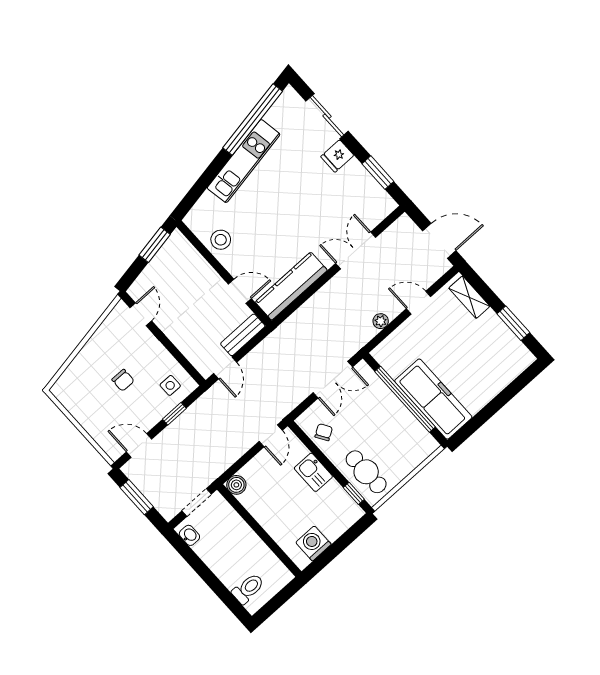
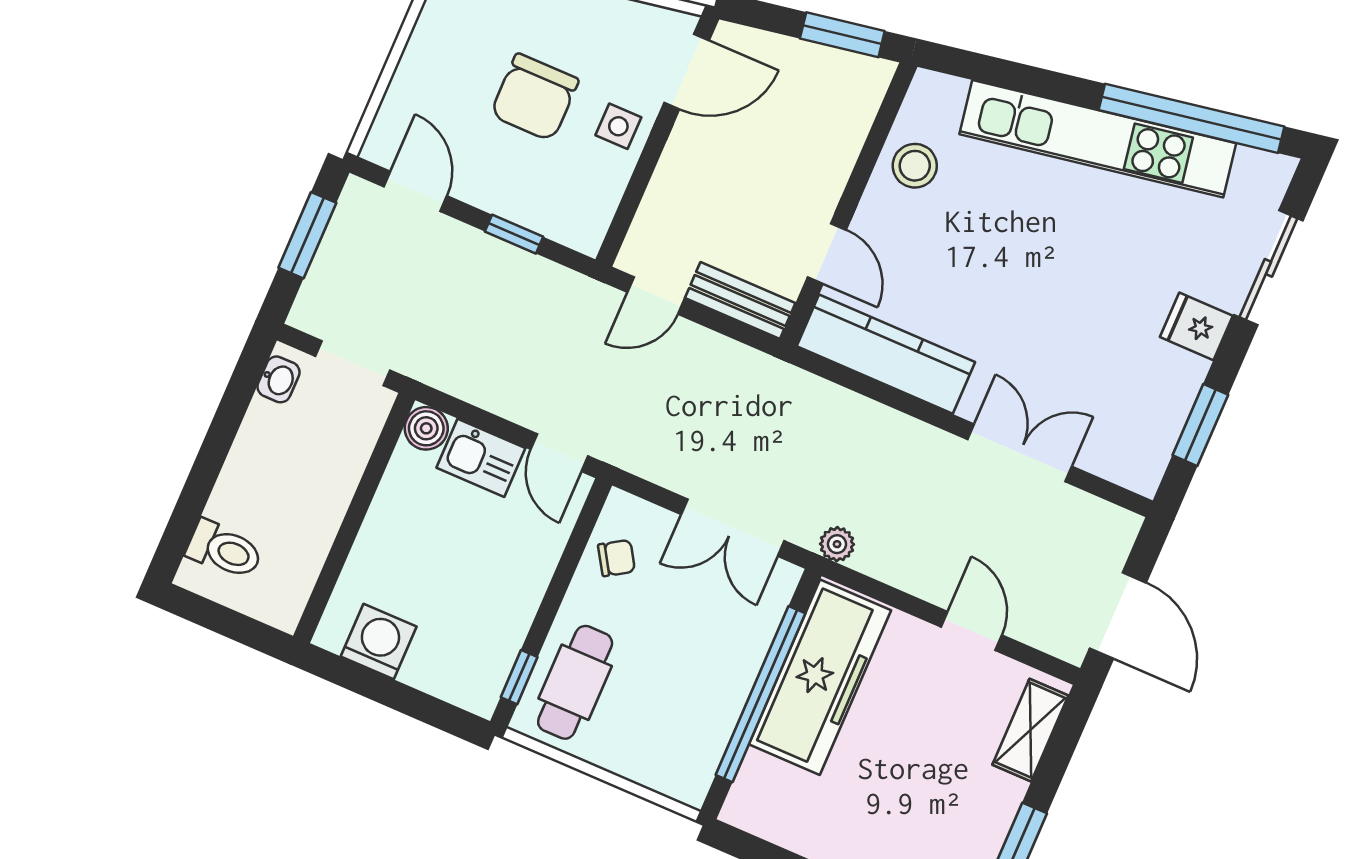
kitchen unit: (244, 161) -> (1098, 139), width x1.36
door: (141, 314) -> (687, 71), width x1.38
plant: (381, 321) -> (837, 544), moved
chair: (123, 380) -> (535, 97), width x1.87, depth x1.87
side table: (170, 385) -> (618, 126), moved
freezer: (433, 399) -> (820, 677), moved
door: (271, 436) -> (559, 453), hinge flipped
kitchen sink: (313, 472) -> (481, 458), moved, turned -90

